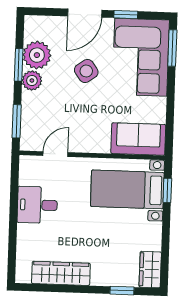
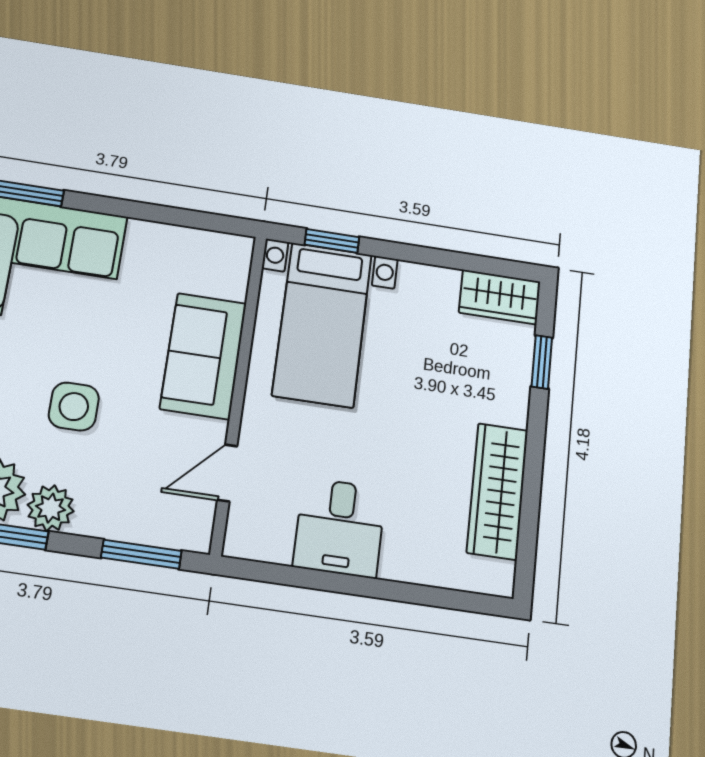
side table: (86, 71) -> (74, 406), moved, turned 36
sofa: (138, 139) -> (203, 356), moved
door: (55, 154) -> (227, 473), hinge flipped

